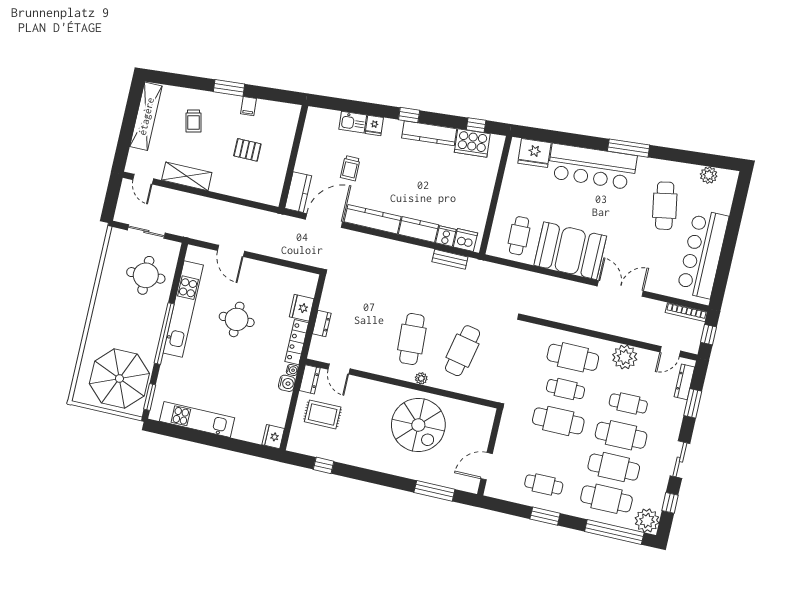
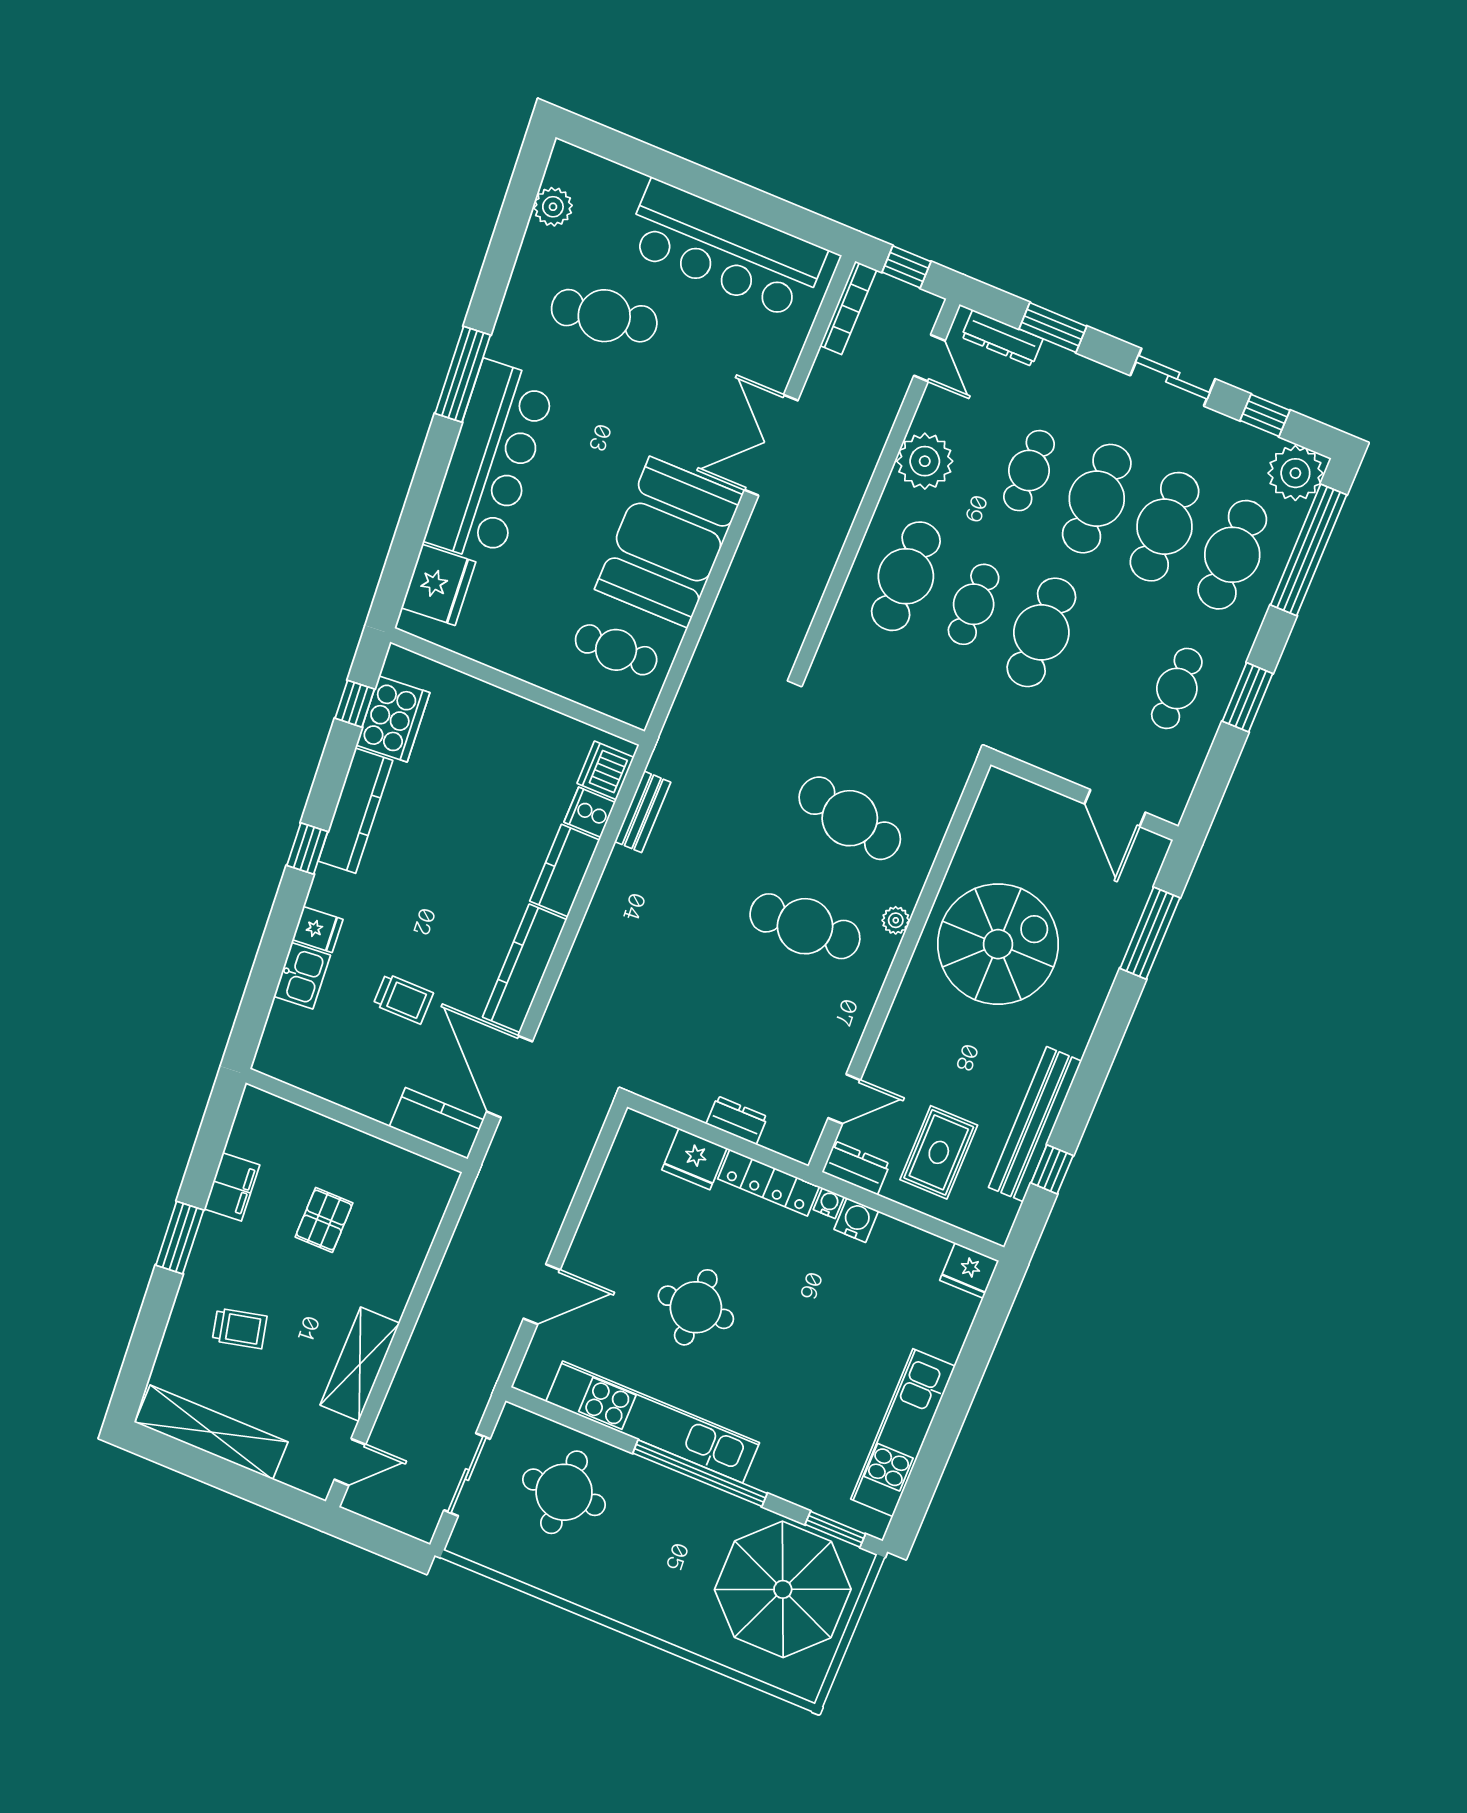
filing cabinet: (249, 106) -> (232, 1187), width x2.00
bench: (342, 455) -> (1035, 1124), added

